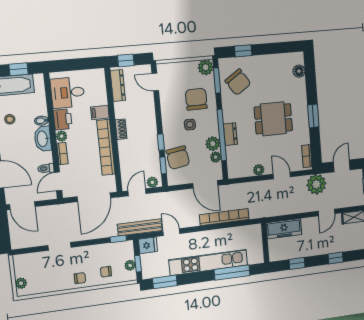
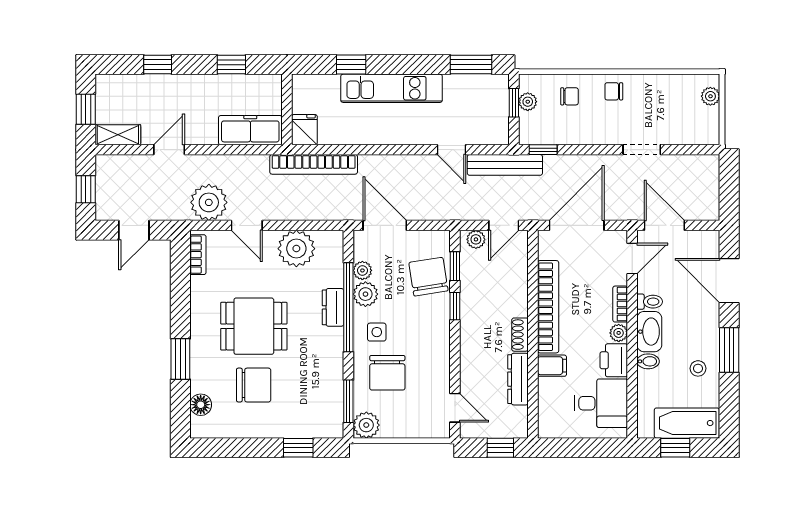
chair: (238, 82) -> (254, 385), moved, turned 124
dresser: (118, 85) -> (518, 379), moved
window: (313, 116) -> (180, 359), moved
side table: (190, 125) -> (377, 332), moved
toilet: (46, 168) -> (650, 302), moved
plant: (259, 170) -> (296, 249), width x1.87, depth x1.87
plant: (316, 184) -> (209, 202), moved
door: (22, 206) -> (664, 225), moved
bookcase: (224, 217) -> (314, 164), moved
fridge: (148, 245) -> (304, 130), moved, turned 90
kitchen unit: (208, 262) -> (392, 88), width x0.73
window: (232, 273) -> (351, 65), width x0.46

